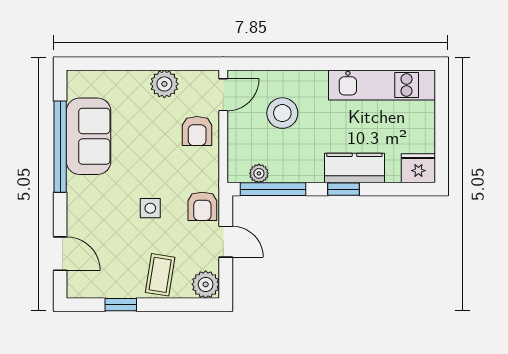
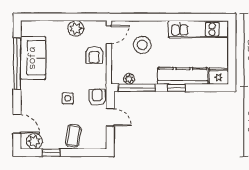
kitchen counter: (354, 168) -> (183, 76), width x1.50
armchair: (202, 206) -> (97, 97), turned 180
plant: (206, 284) -> (34, 141), moved

